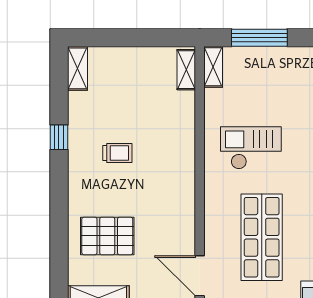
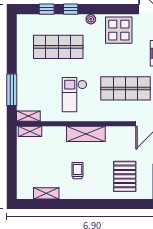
shelving: (78, 68) -> (46, 193), moved
window: (59, 137) -> (69, 204), removed
shelving: (182, 168) -> (86, 134), added

